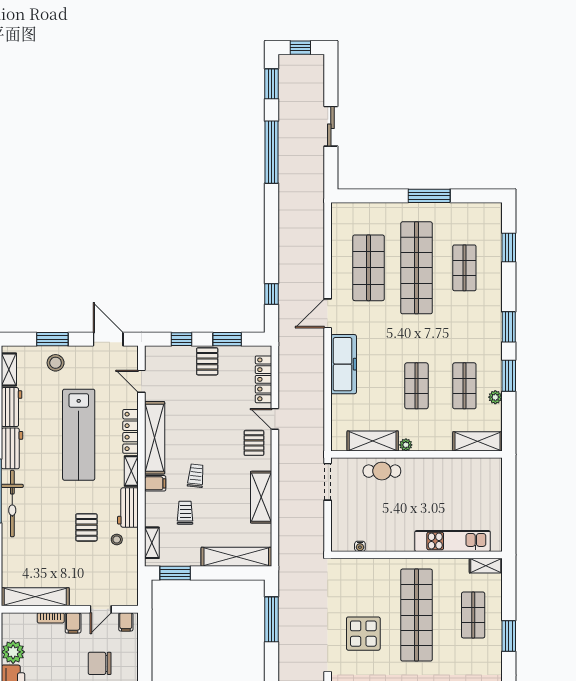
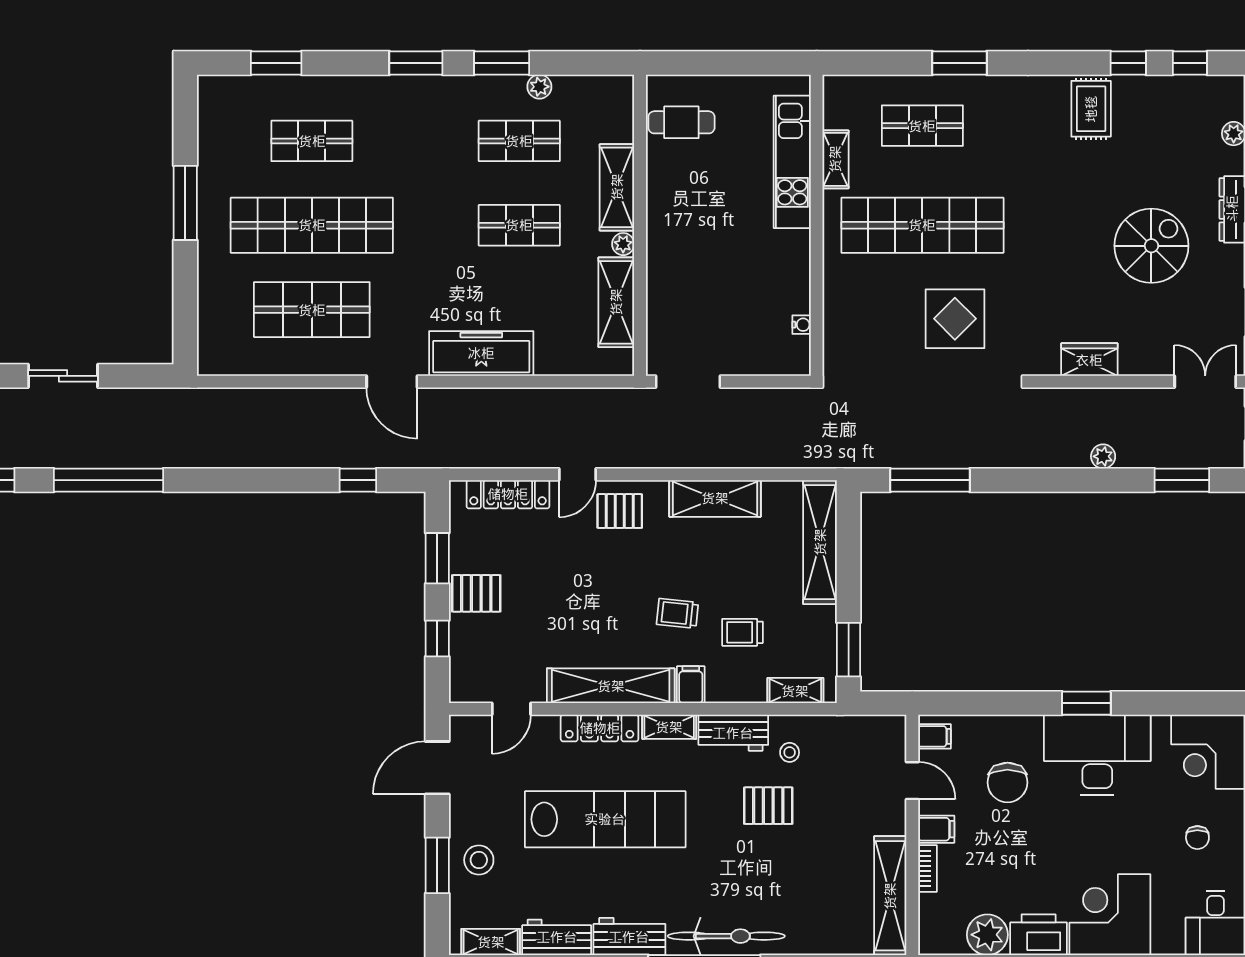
shelving: (478, 441) -> (617, 187), moved
cafe table: (382, 471) -> (681, 122), moved, turned 90
shelving: (486, 566) -> (835, 159), moved

